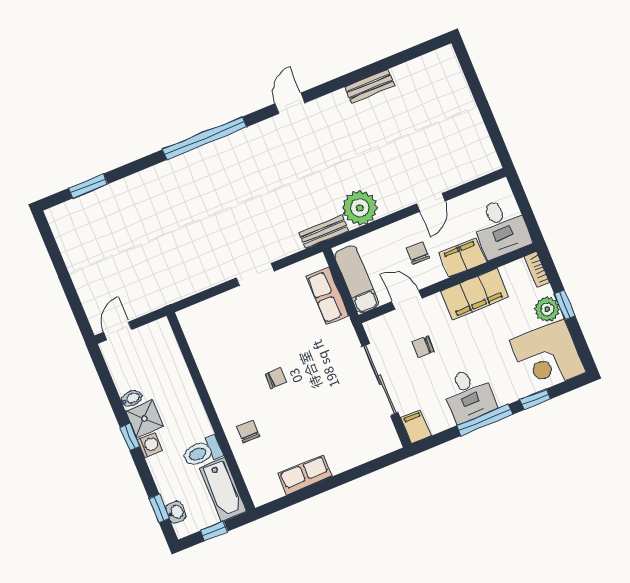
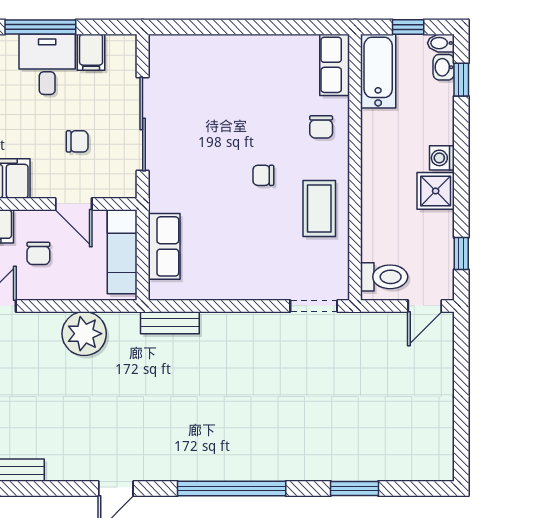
window: (88, 186) -> (354, 489), moved
bench: (324, 232) -> (170, 323), moved
doorway: (255, 275) -> (314, 306), moved
coffee table: (225, 371) -> (319, 209), added
bidet: (132, 398) -> (441, 43), moved
filing cabinet: (416, 427) -> (91, 52), moved
window: (130, 437) -> (461, 253), moved
toilet: (202, 452) -> (384, 277), moved
row of seats: (305, 475) -> (335, 65), moved, turned 90

